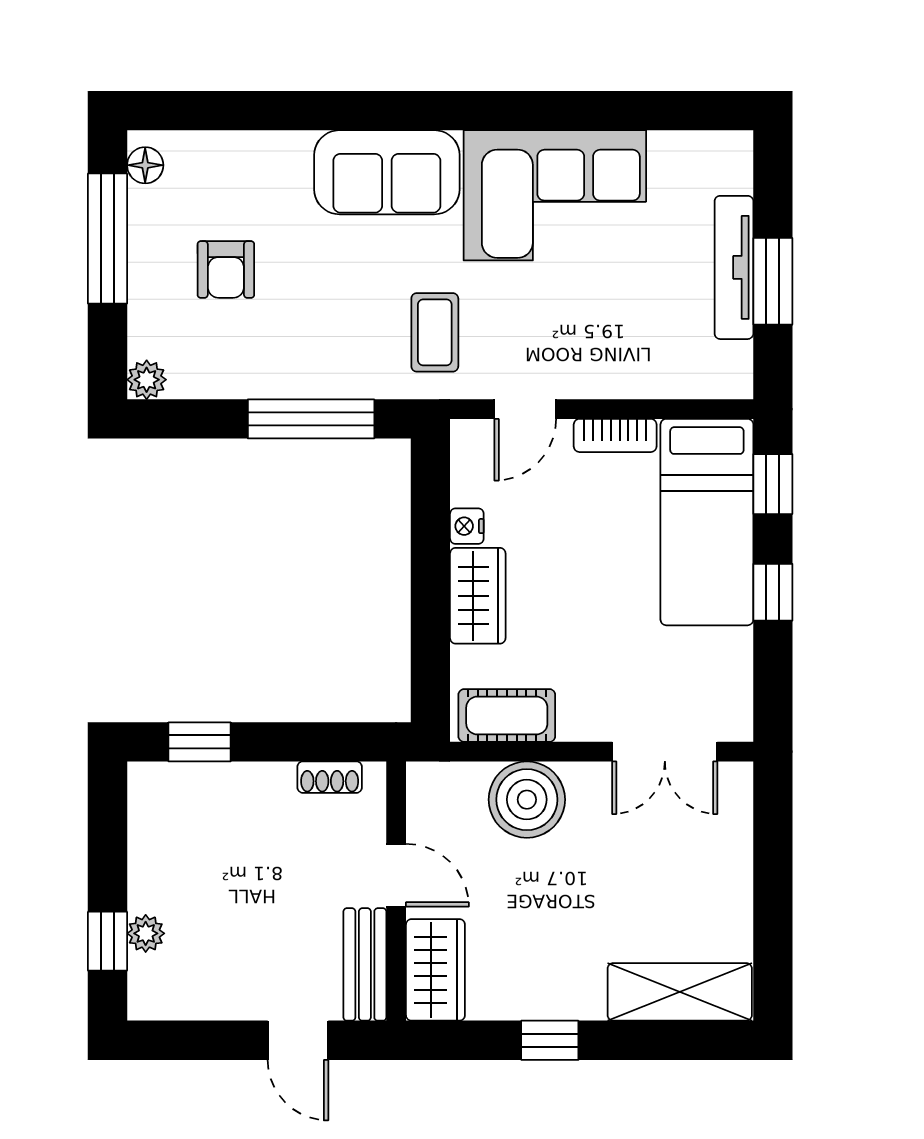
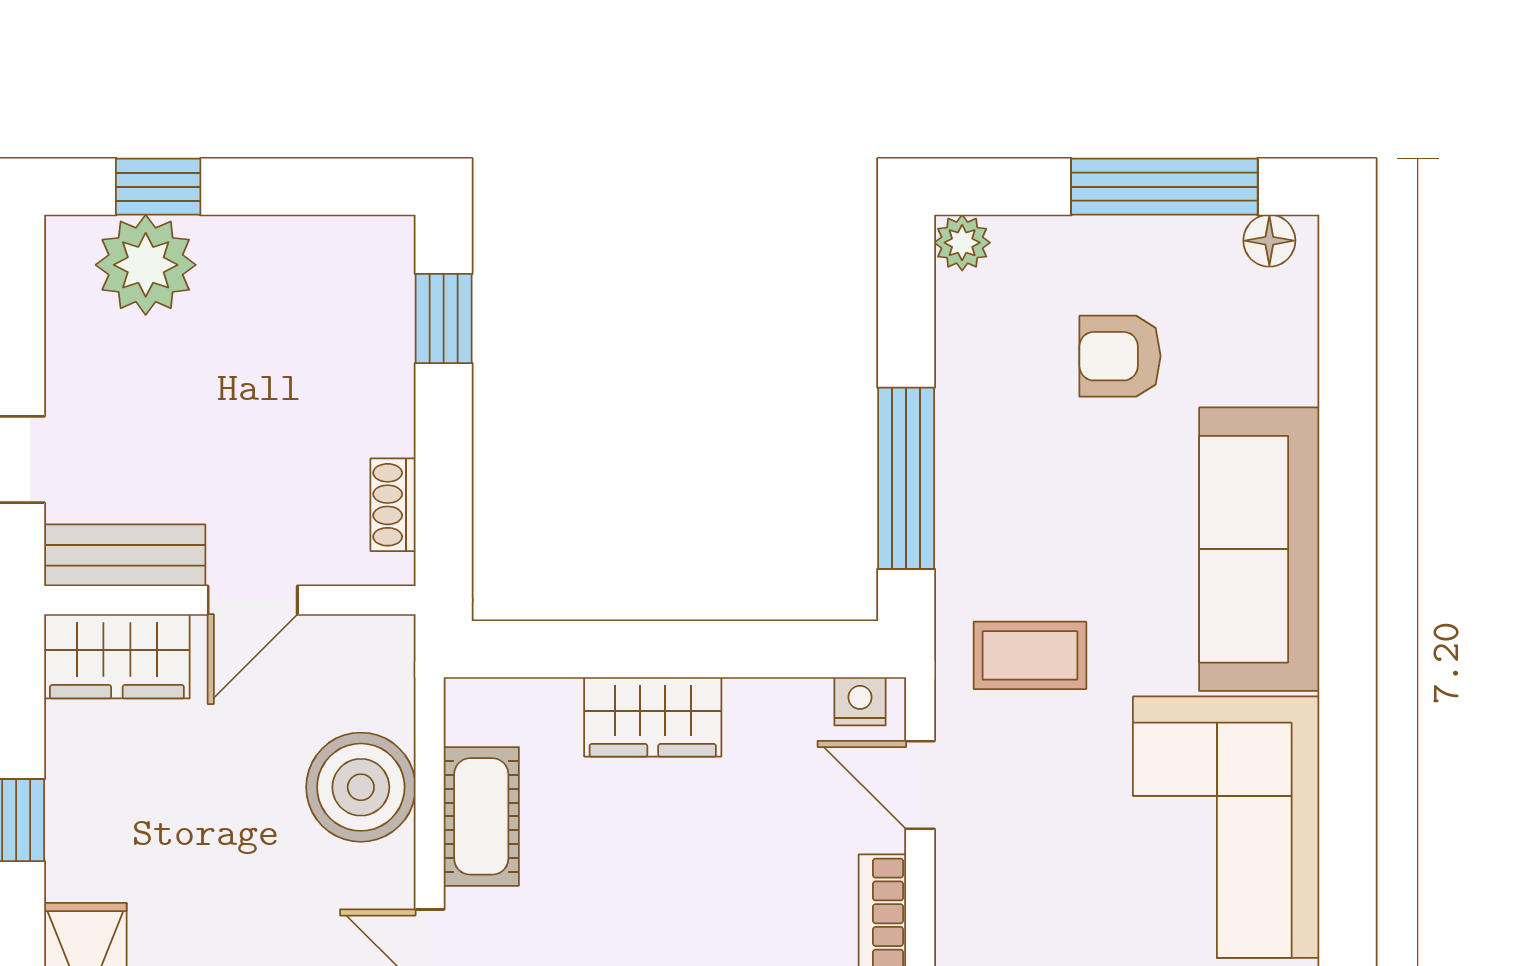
sofa: (387, 172) -> (1259, 549), width x1.36
nightstand: (467, 526) -> (860, 701), moved
cot: (507, 716) -> (481, 816), moved
plant: (146, 933) -> (146, 265), width x1.88, depth x1.88

